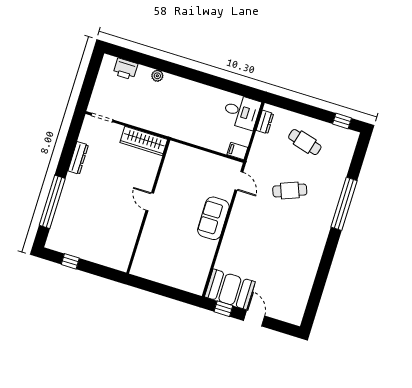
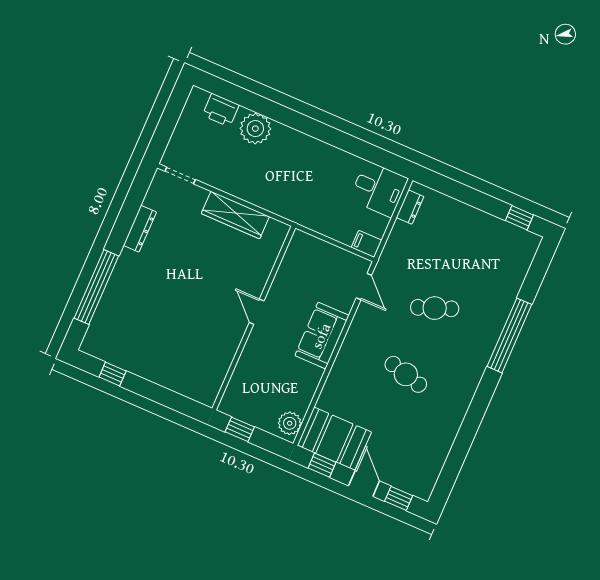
plant: (157, 76) -> (255, 129), width x1.88, depth x1.88
cafe table: (305, 142) -> (406, 374), moved
door: (150, 202) -> (257, 312), moved
wall: (148, 206) -> (254, 318), moved
plant: (198, 282) -> (290, 423), added
window: (163, 290) -> (240, 429), added
window: (279, 326) -> (399, 498), added

